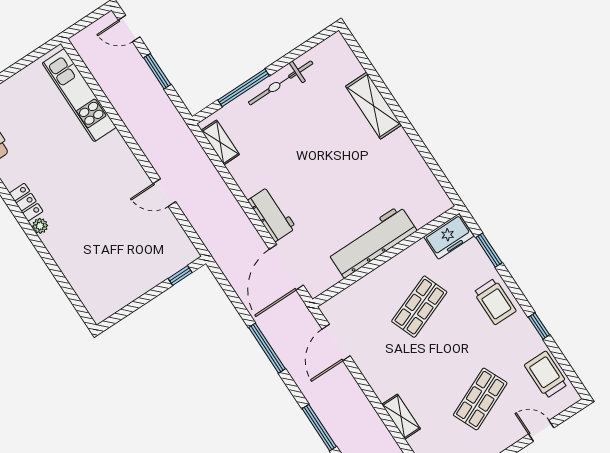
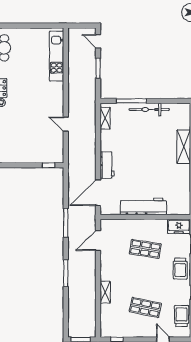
shop shelf: (419, 307) -> (145, 249), turned 30
shop shelf: (480, 399) -> (145, 307), turned 36

